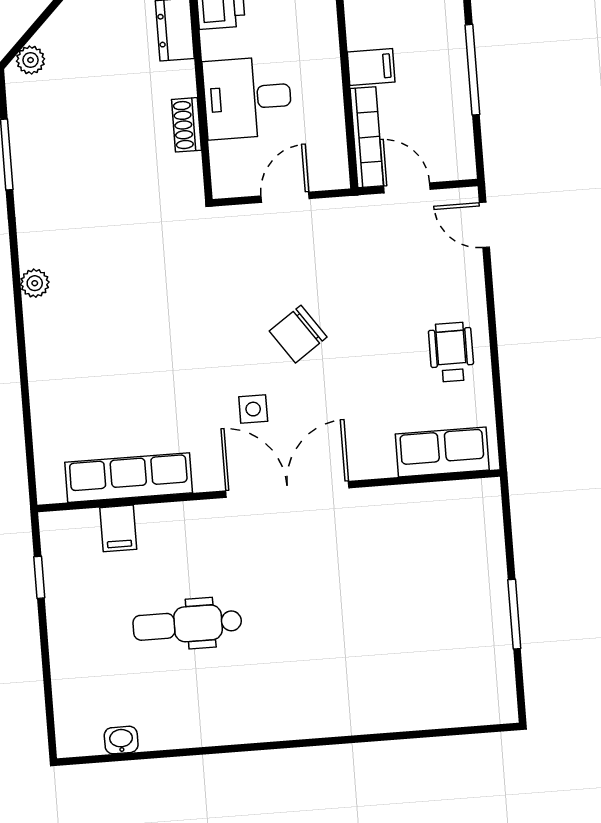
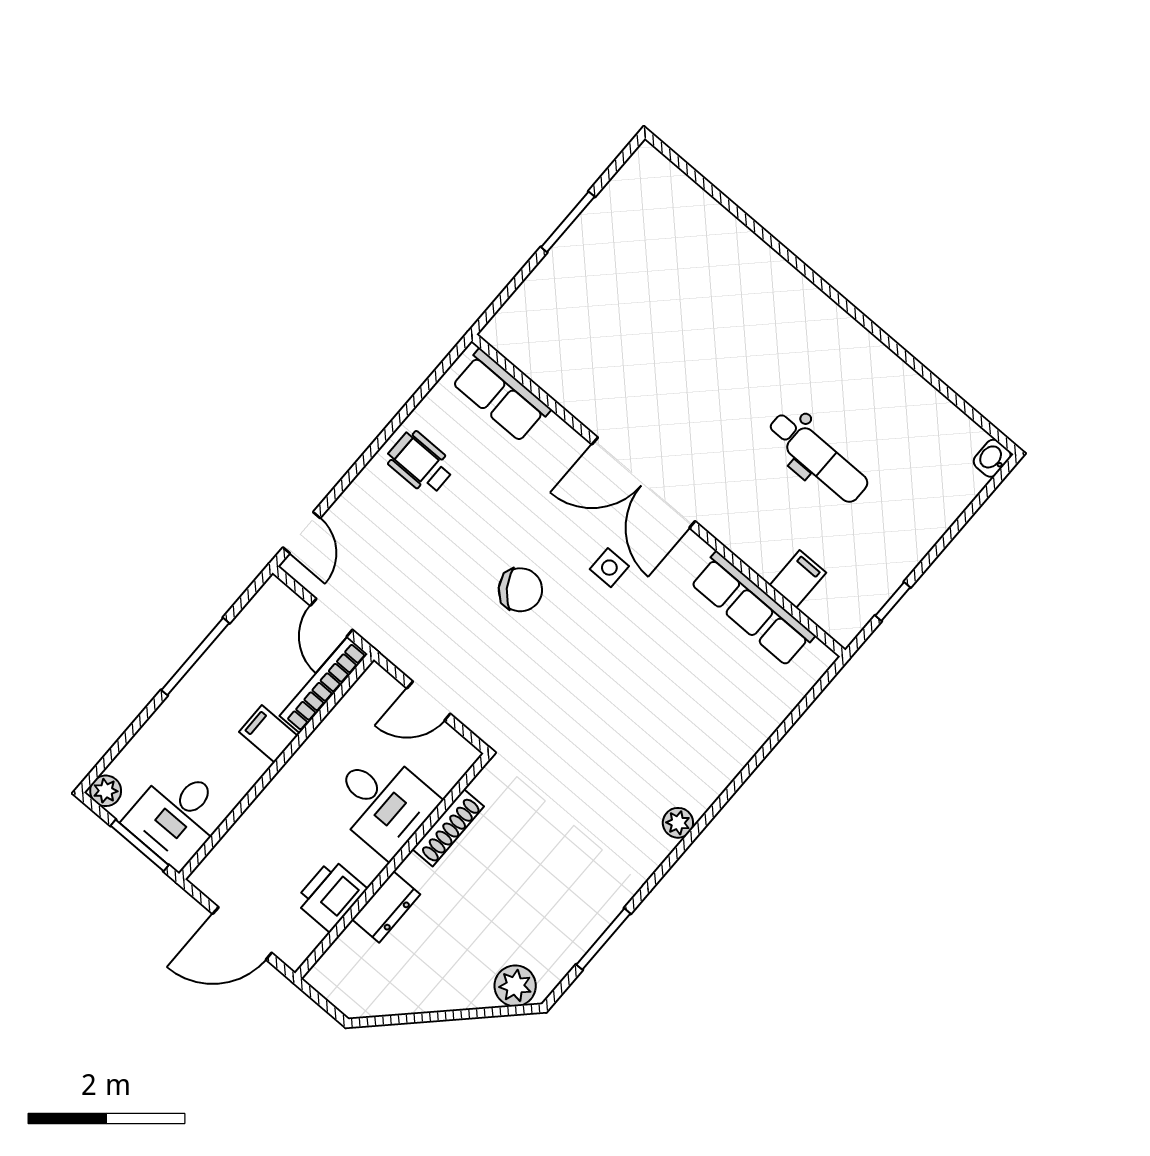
plant: (31, 60) -> (515, 986), width x1.38, depth x1.38
shoe rack: (186, 125) -> (448, 828), width x1.43
wheelchair: (451, 352) -> (420, 463), turned 90
washbasin: (121, 740) -> (992, 458), moved, turned 90

